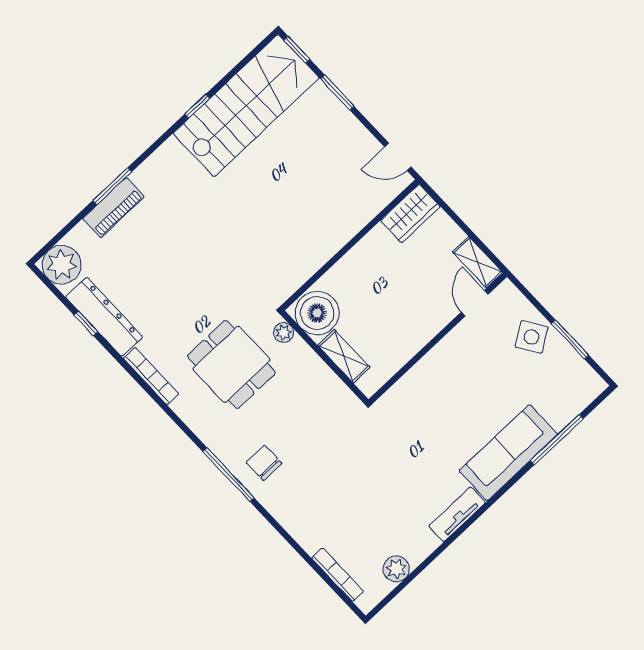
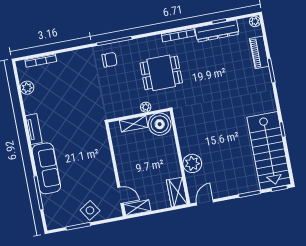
piano: (114, 208) -> (259, 52), moved
plant: (347, 218) -> (192, 163), added
plant: (62, 265) -> (255, 21), width x0.53, depth x0.53
plant: (284, 332) -> (146, 107), moved

